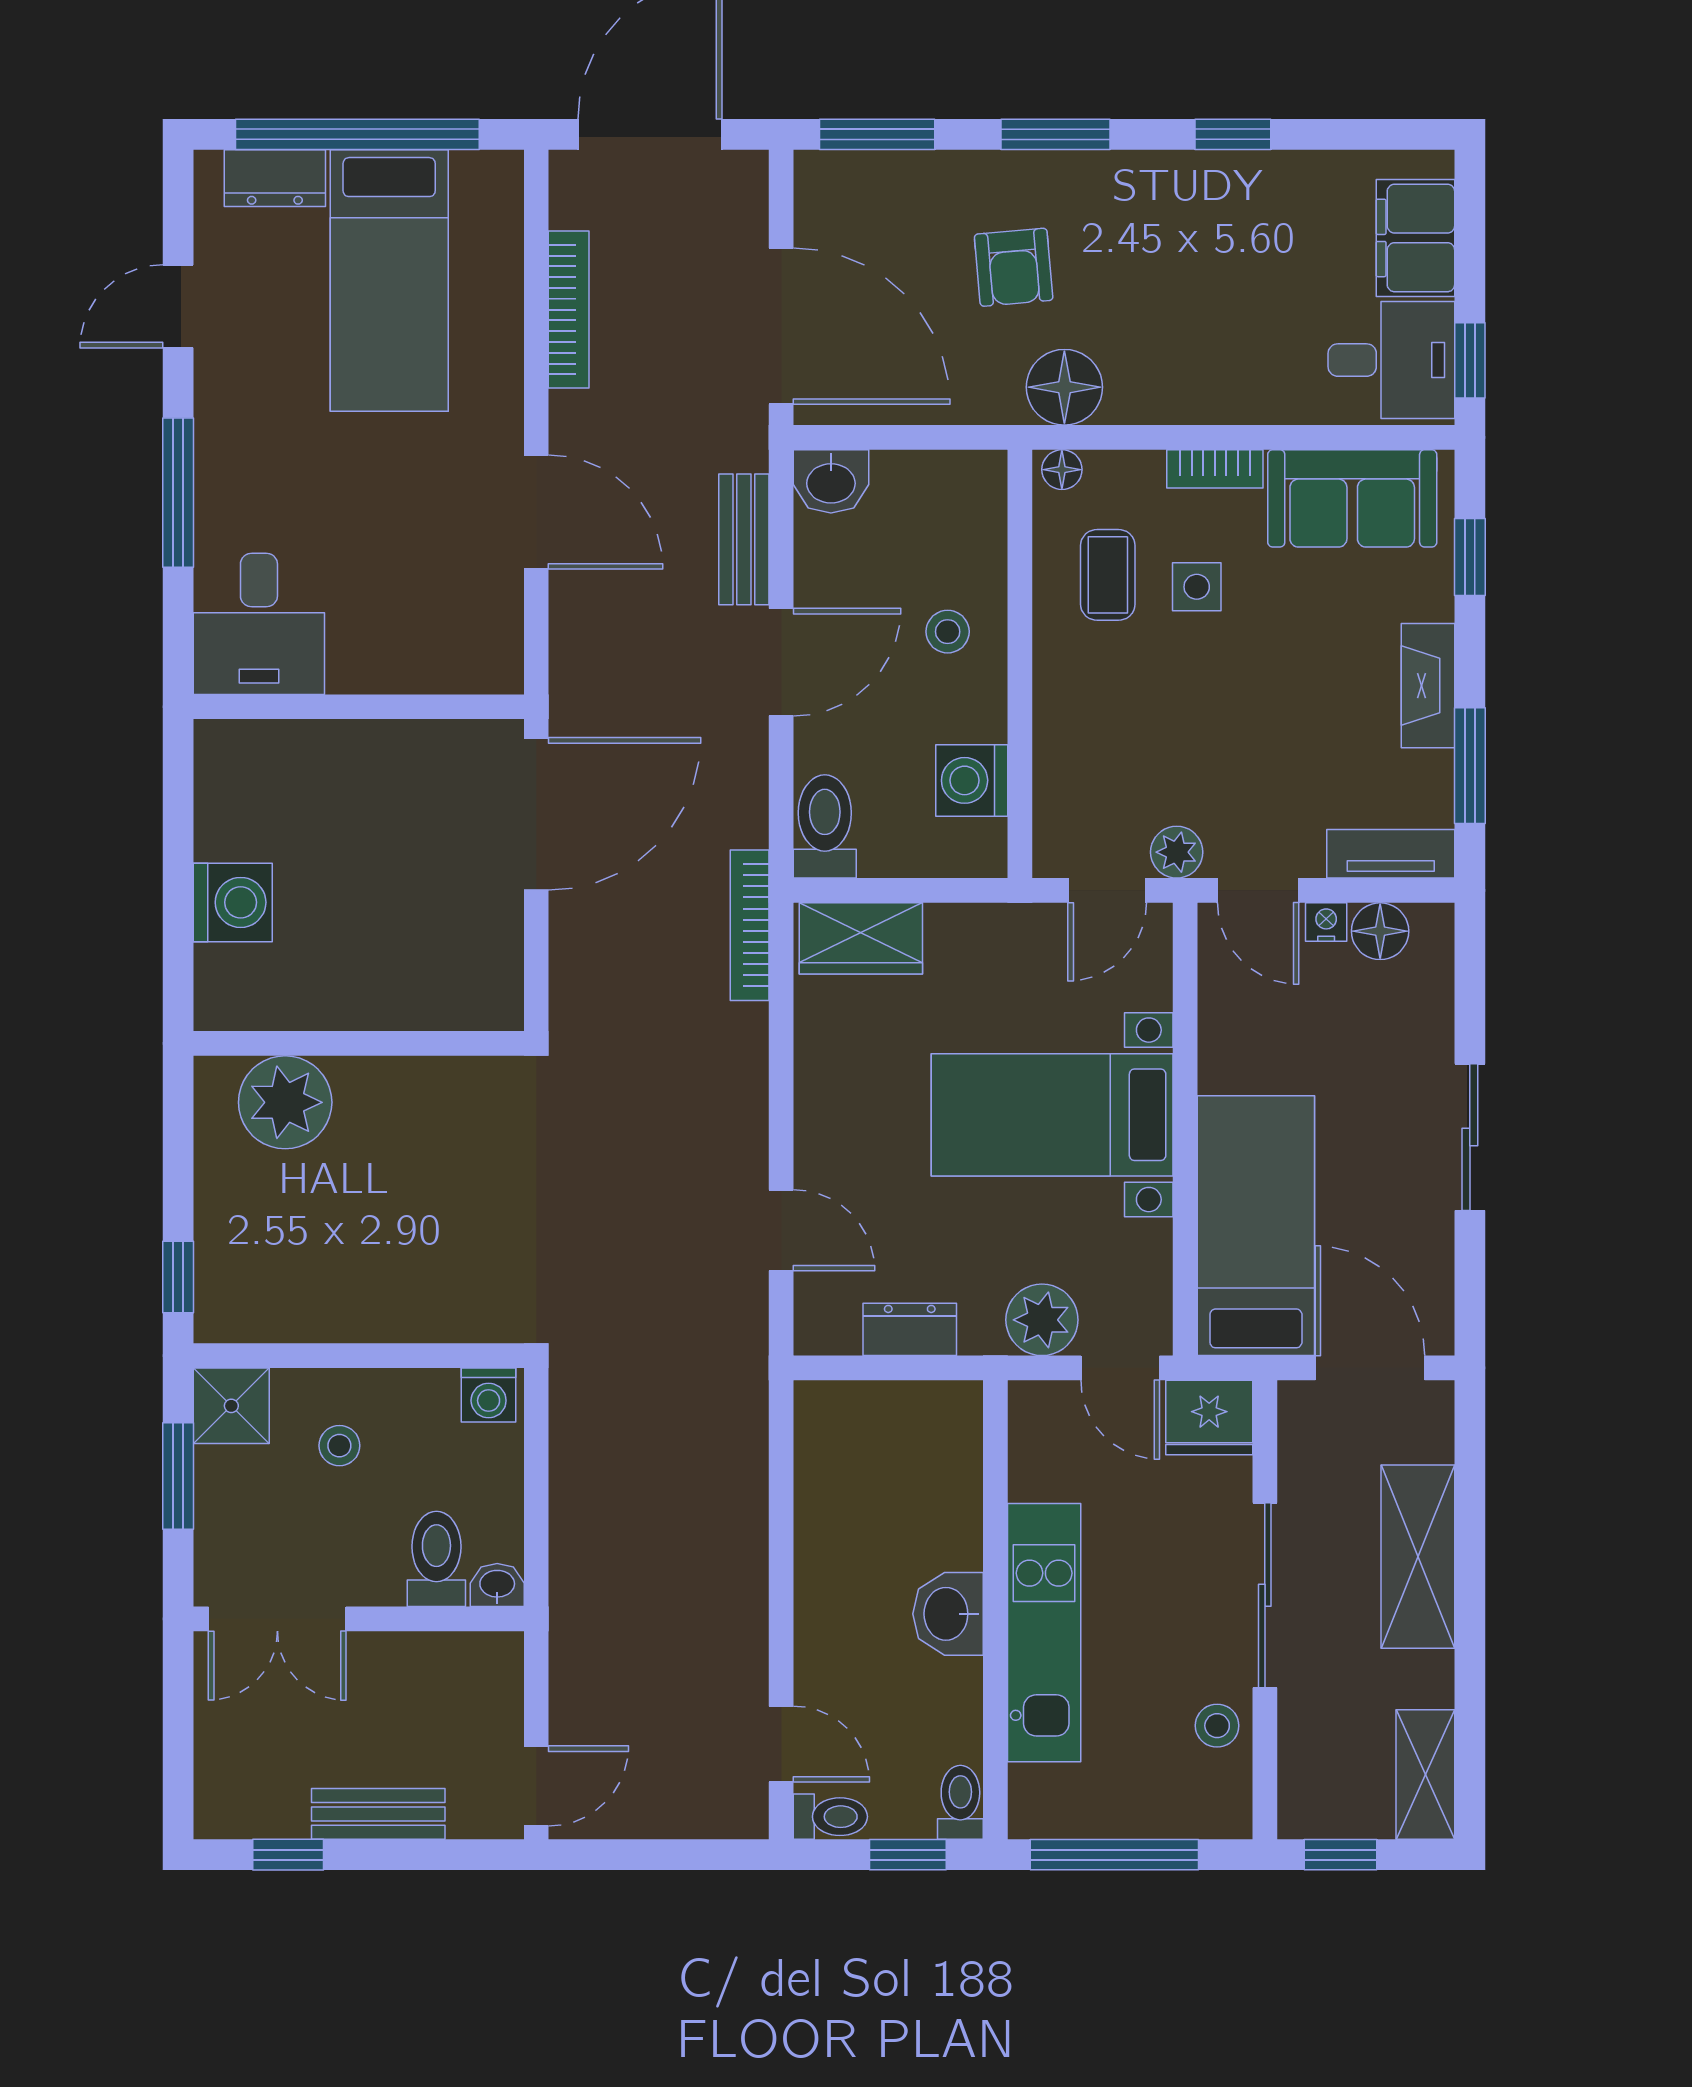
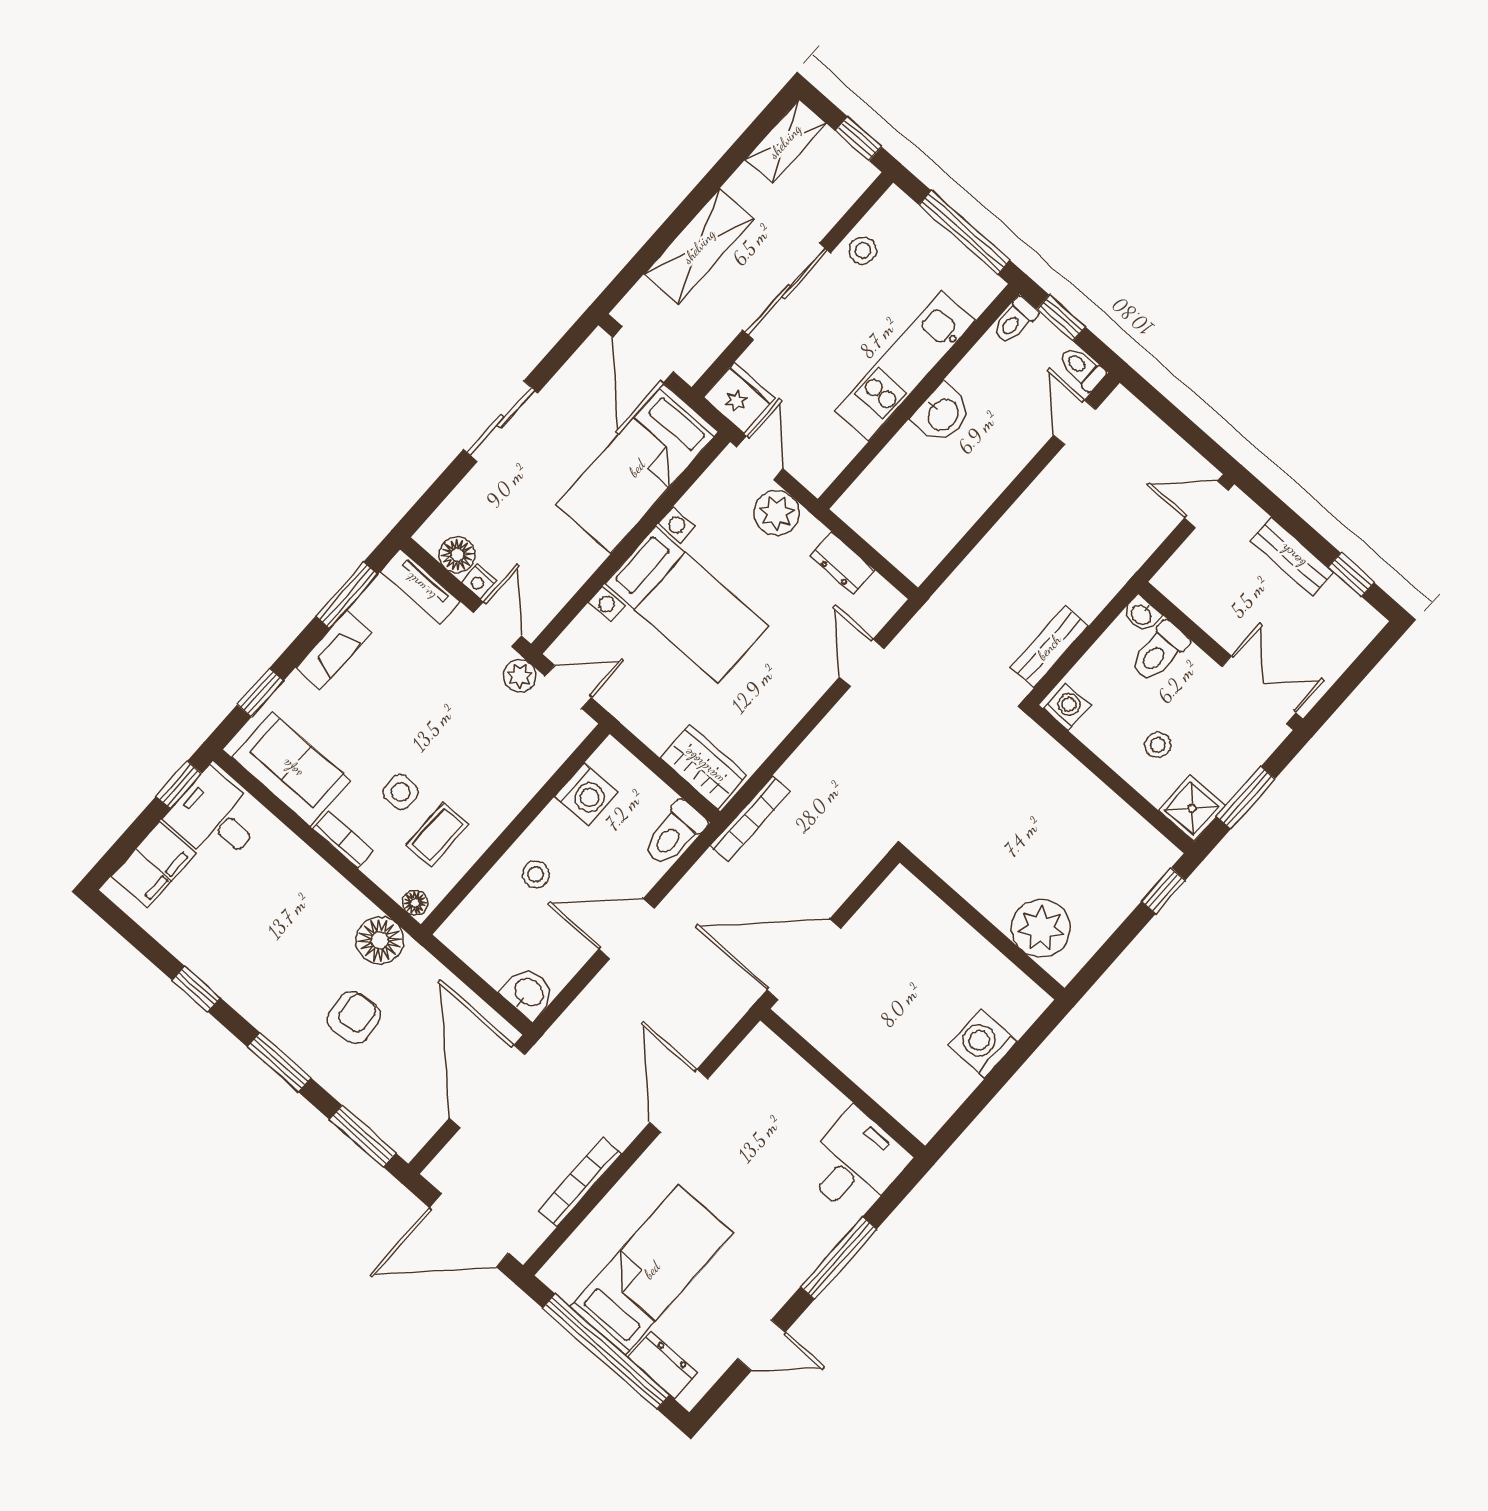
bench: (744, 539) -> (1049, 647), moved

